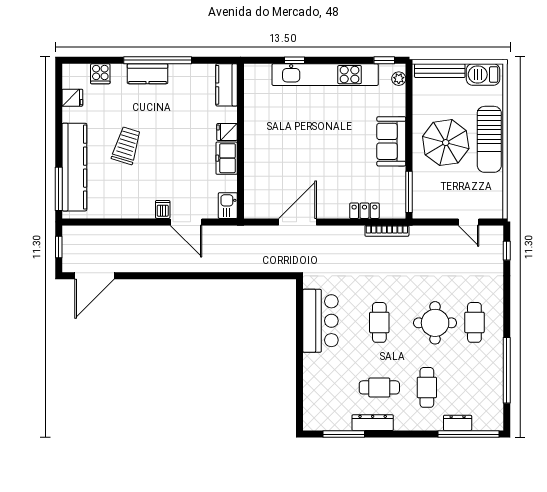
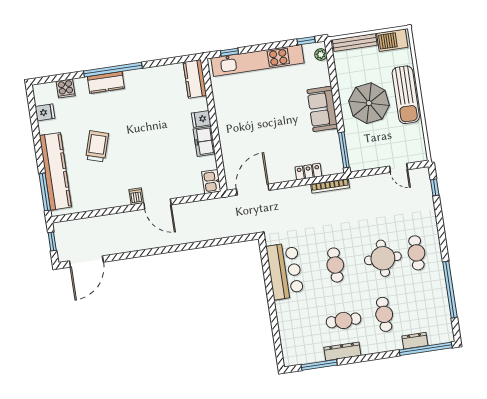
kitchen counter: (227, 85) -> (195, 79), moved
fridge: (227, 132) -> (201, 119), moved
wall: (241, 141) -> (214, 125), moved
freezer: (227, 158) -> (204, 141), moved
kitchen sink: (228, 206) -> (211, 182), moved

